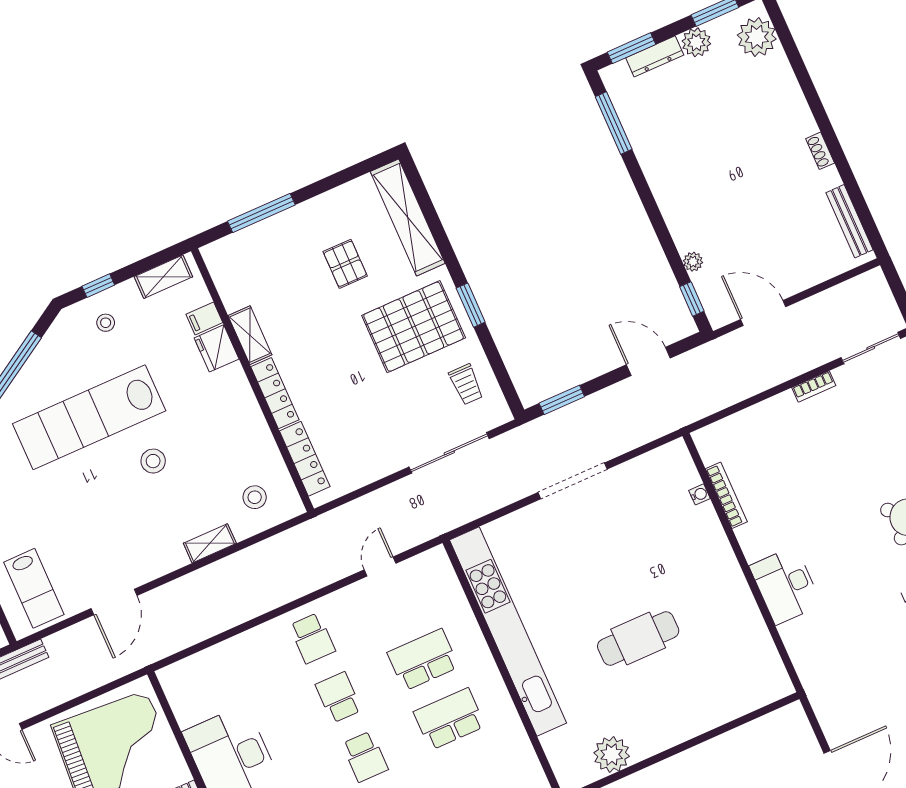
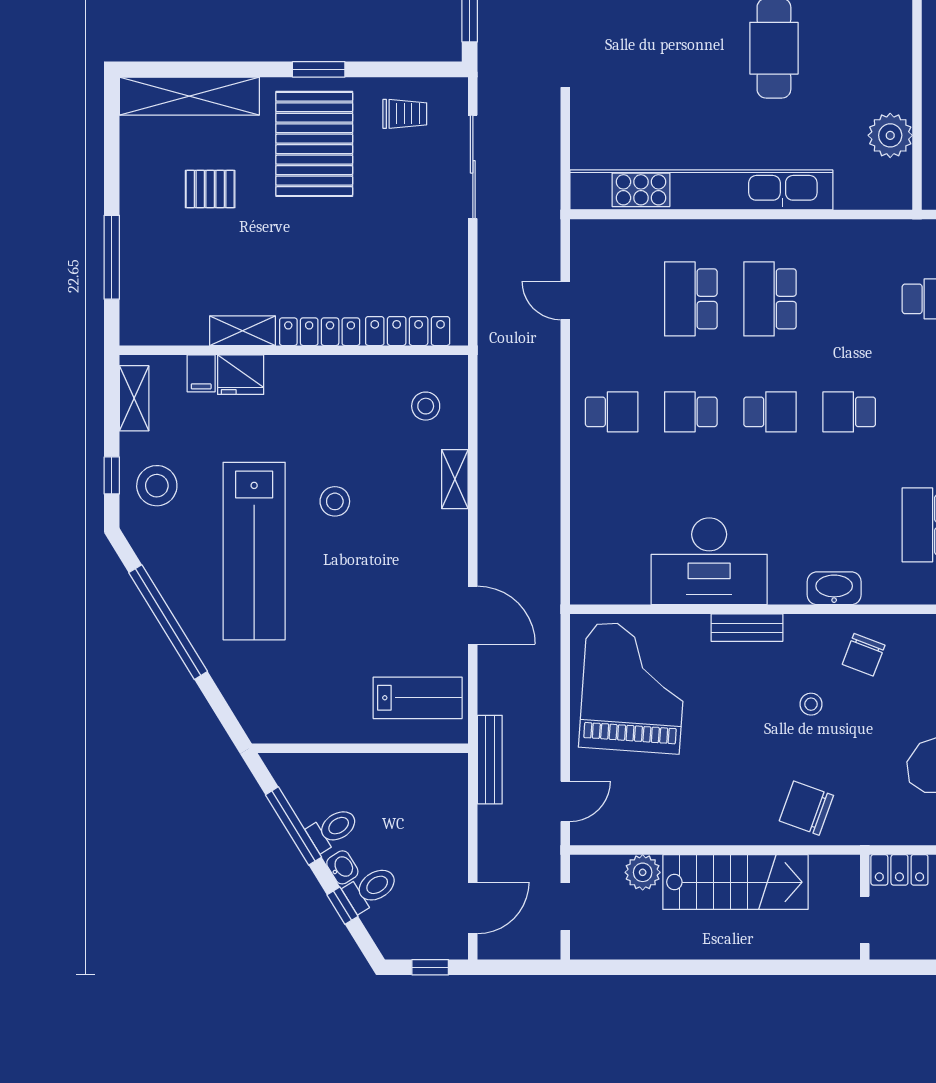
stool: (106, 323) -> (157, 486), width x1.89, depth x1.89

